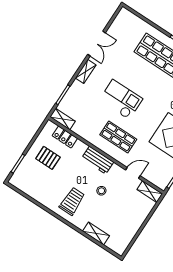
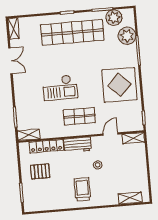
shelving: (86, 71) -> (14, 29), moved
checkout: (121, 99) -> (60, 87), turned 180
locker: (65, 137) -> (46, 146), width x1.53
shelving: (96, 233) -> (130, 198), moved

